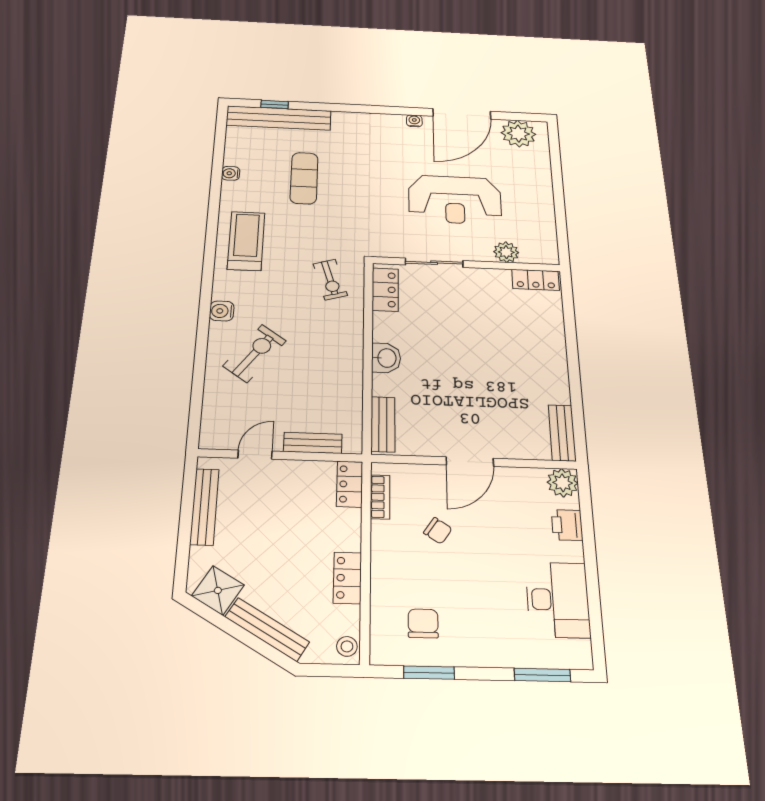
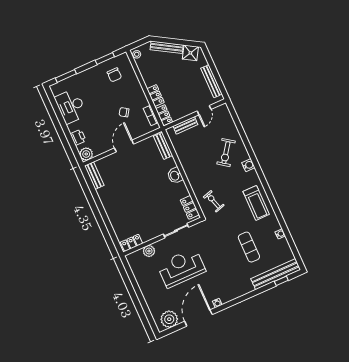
locker: (347, 578) -> (155, 96), moved

